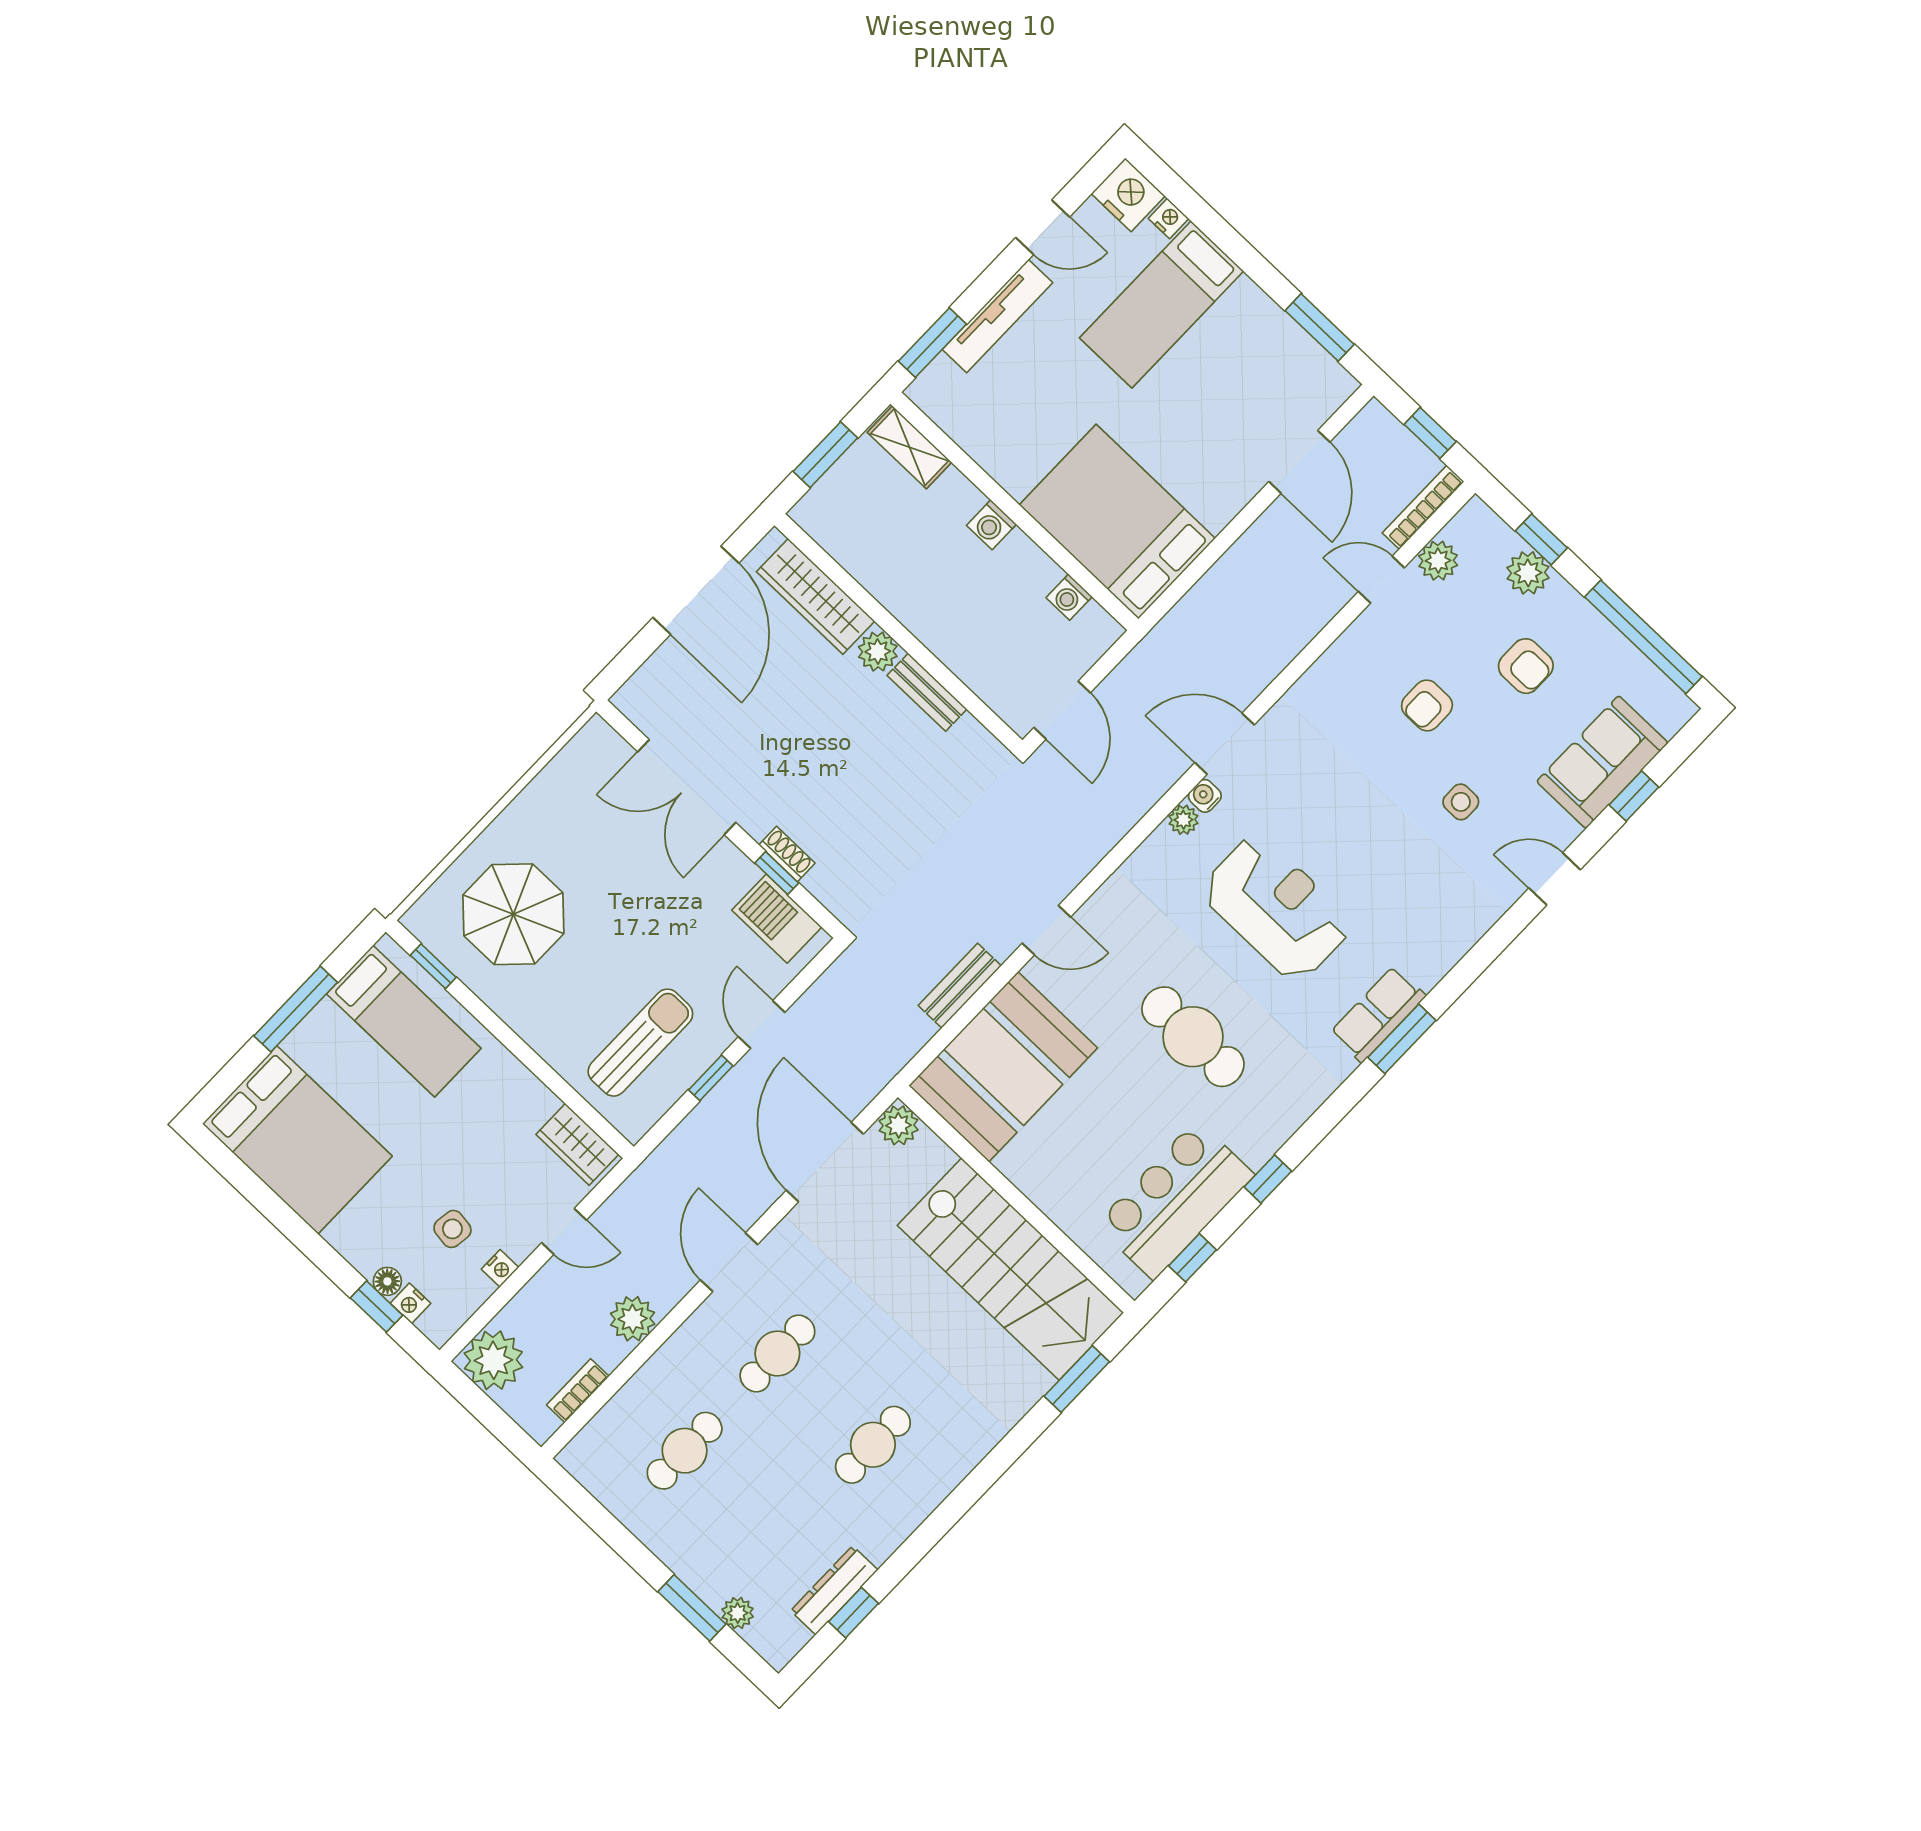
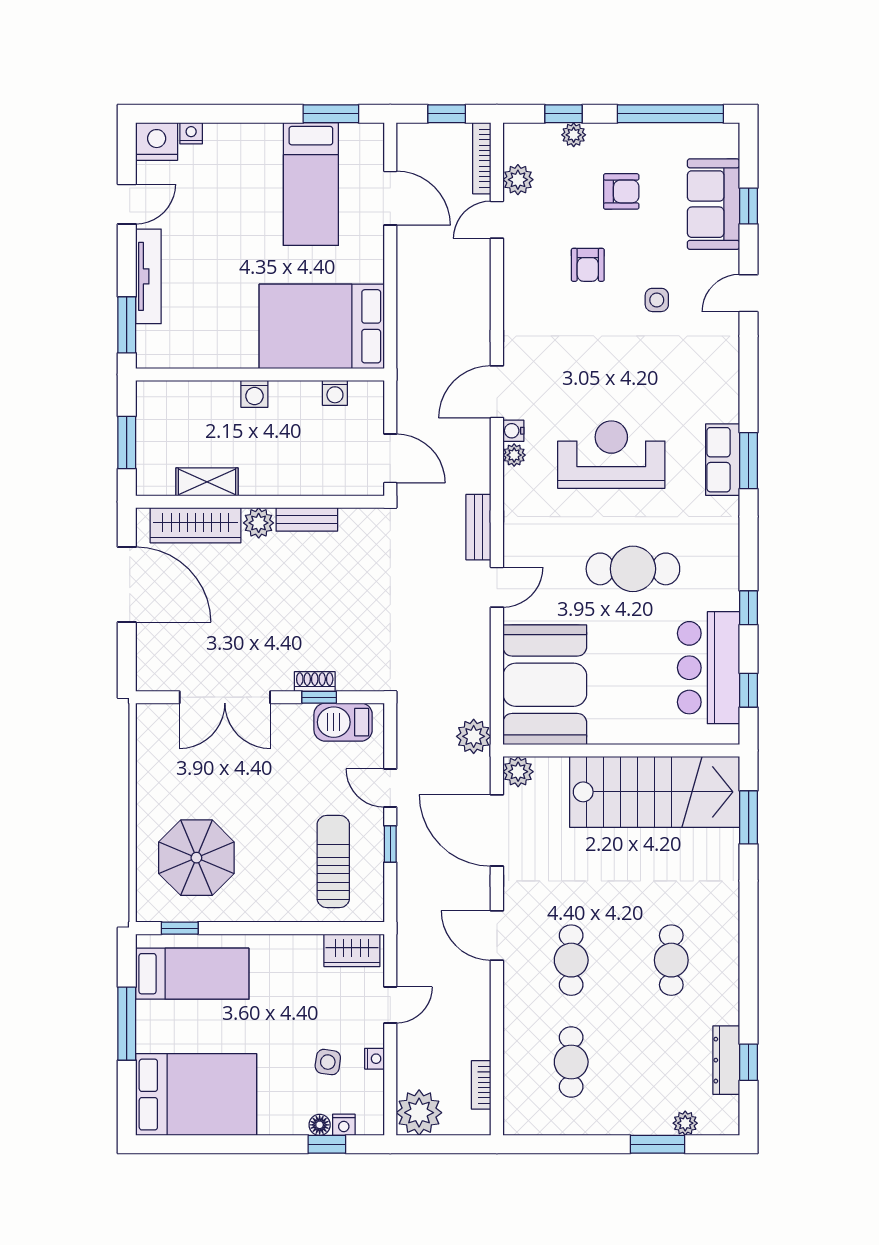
bed: (1162, 304) -> (311, 184), moved
shelving: (910, 447) -> (207, 482), moved
plant: (1528, 573) -> (574, 135), width x0.73, depth x0.73
bench: (960, 986) -> (478, 527), moved
plant: (633, 1319) -> (474, 736), moved

